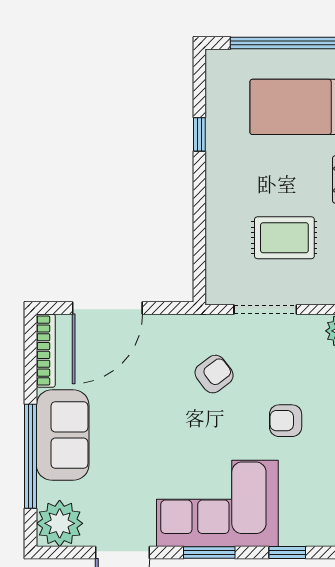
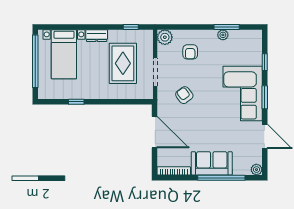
rug: (284, 238) -> (123, 63), width x1.36, depth x1.43
door: (107, 308) -> (155, 132), moved
armchair: (286, 421) -> (190, 52), moved
plant: (60, 523) -> (256, 170), width x0.53, depth x0.53

